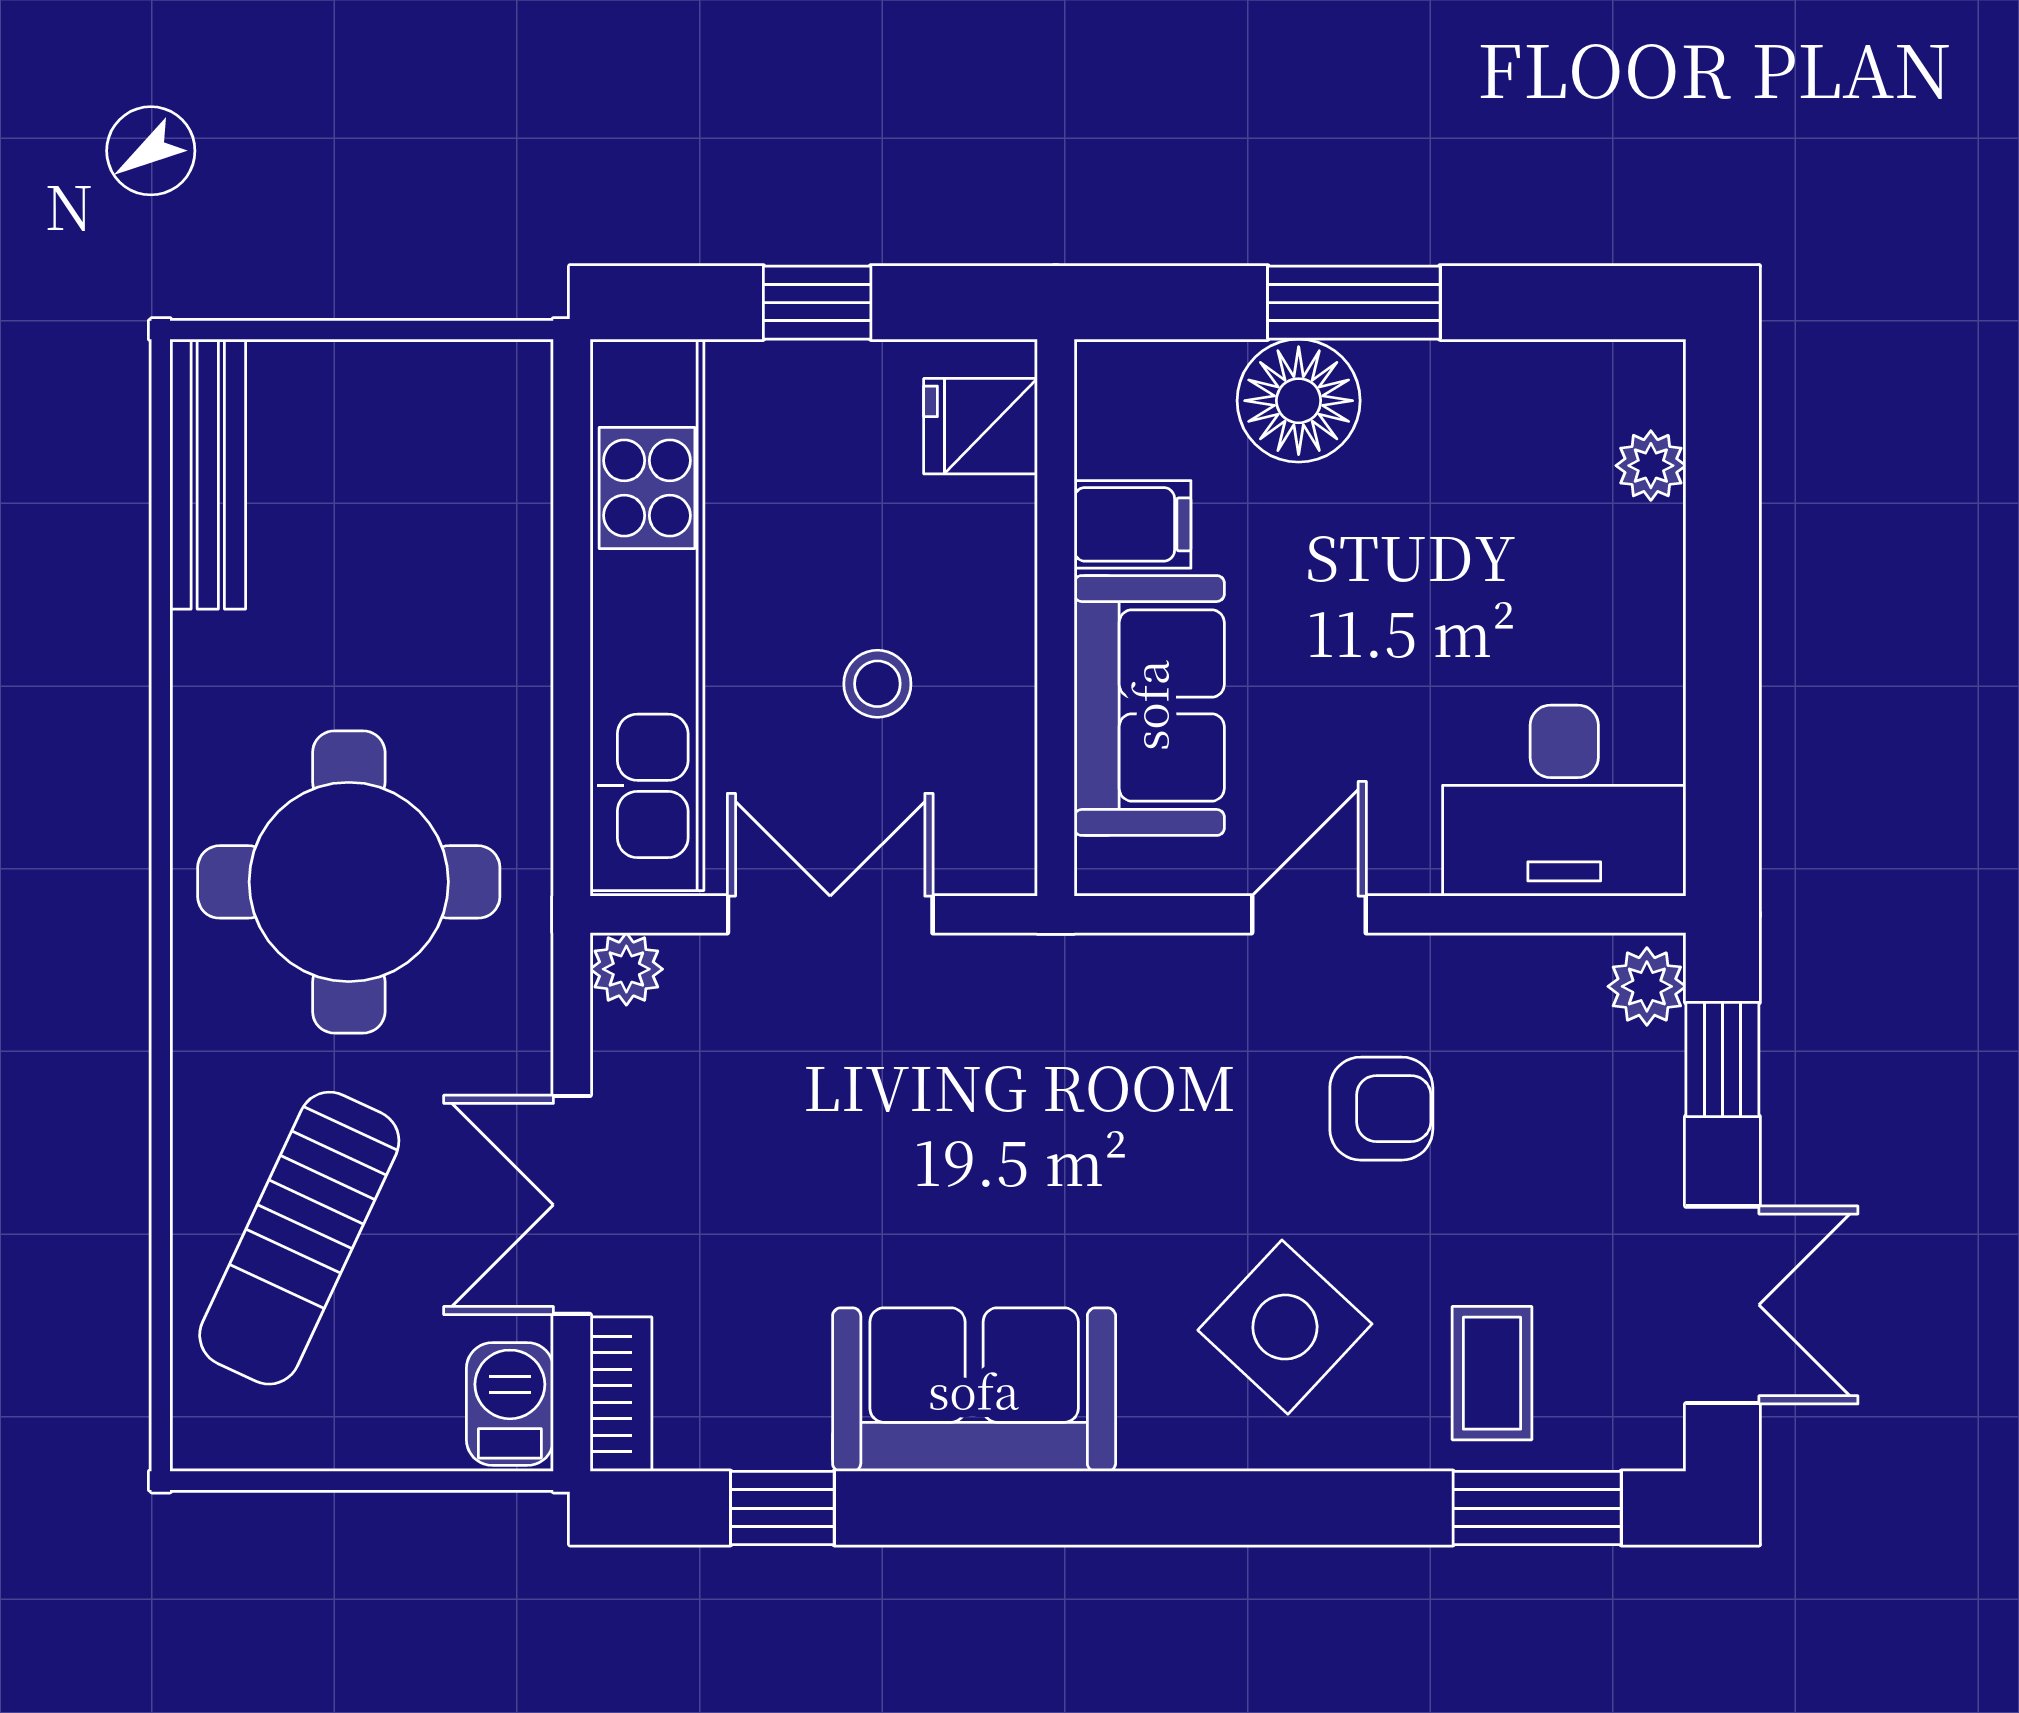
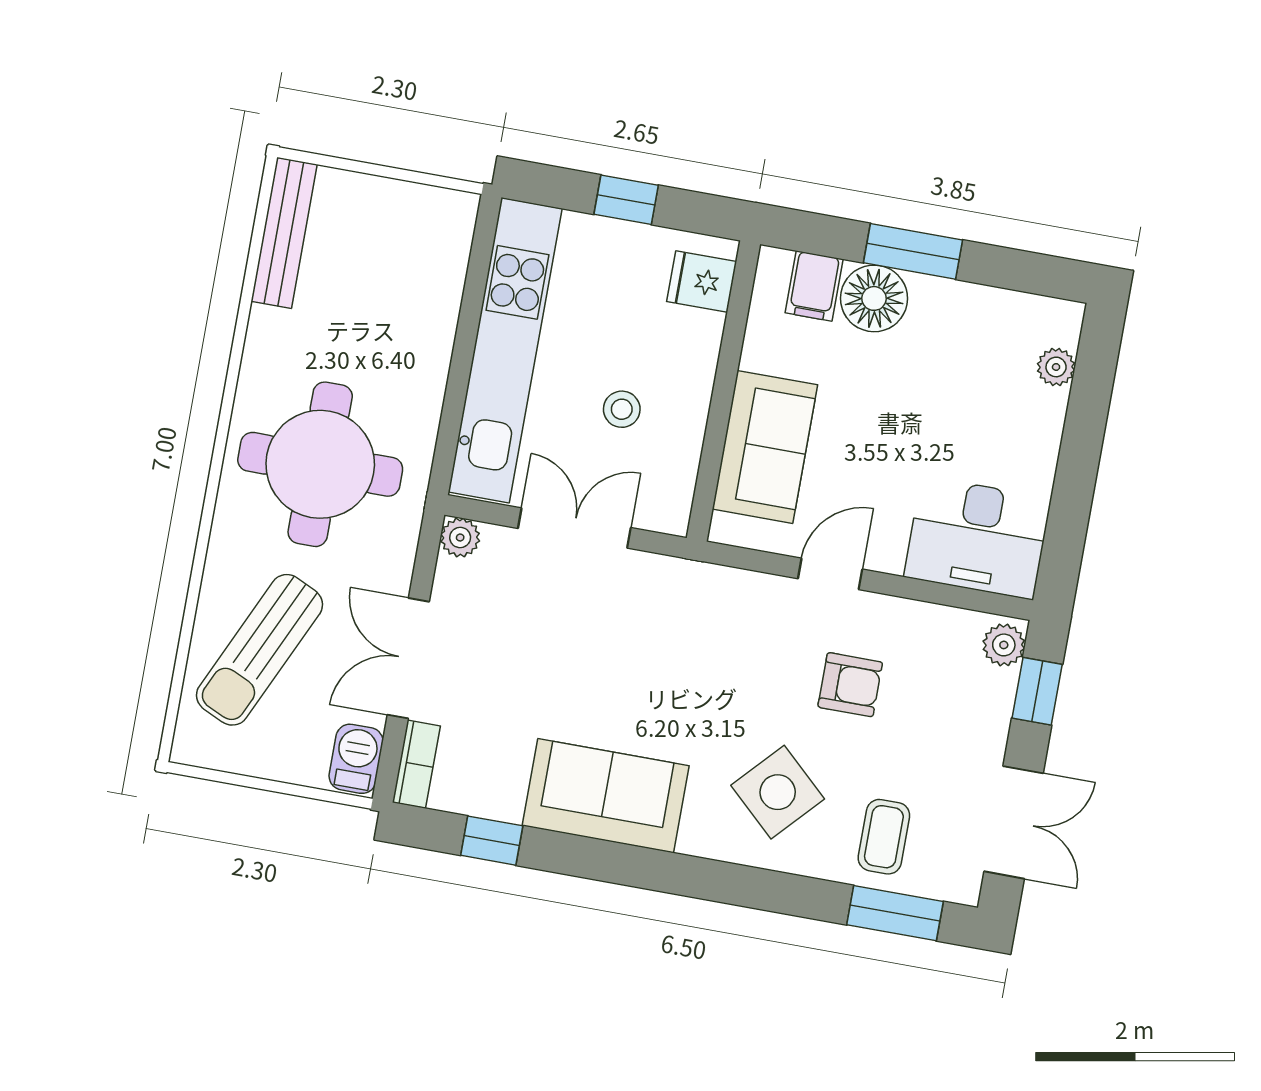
filing cabinet: (1132, 524) -> (814, 286), moved, turned 90

